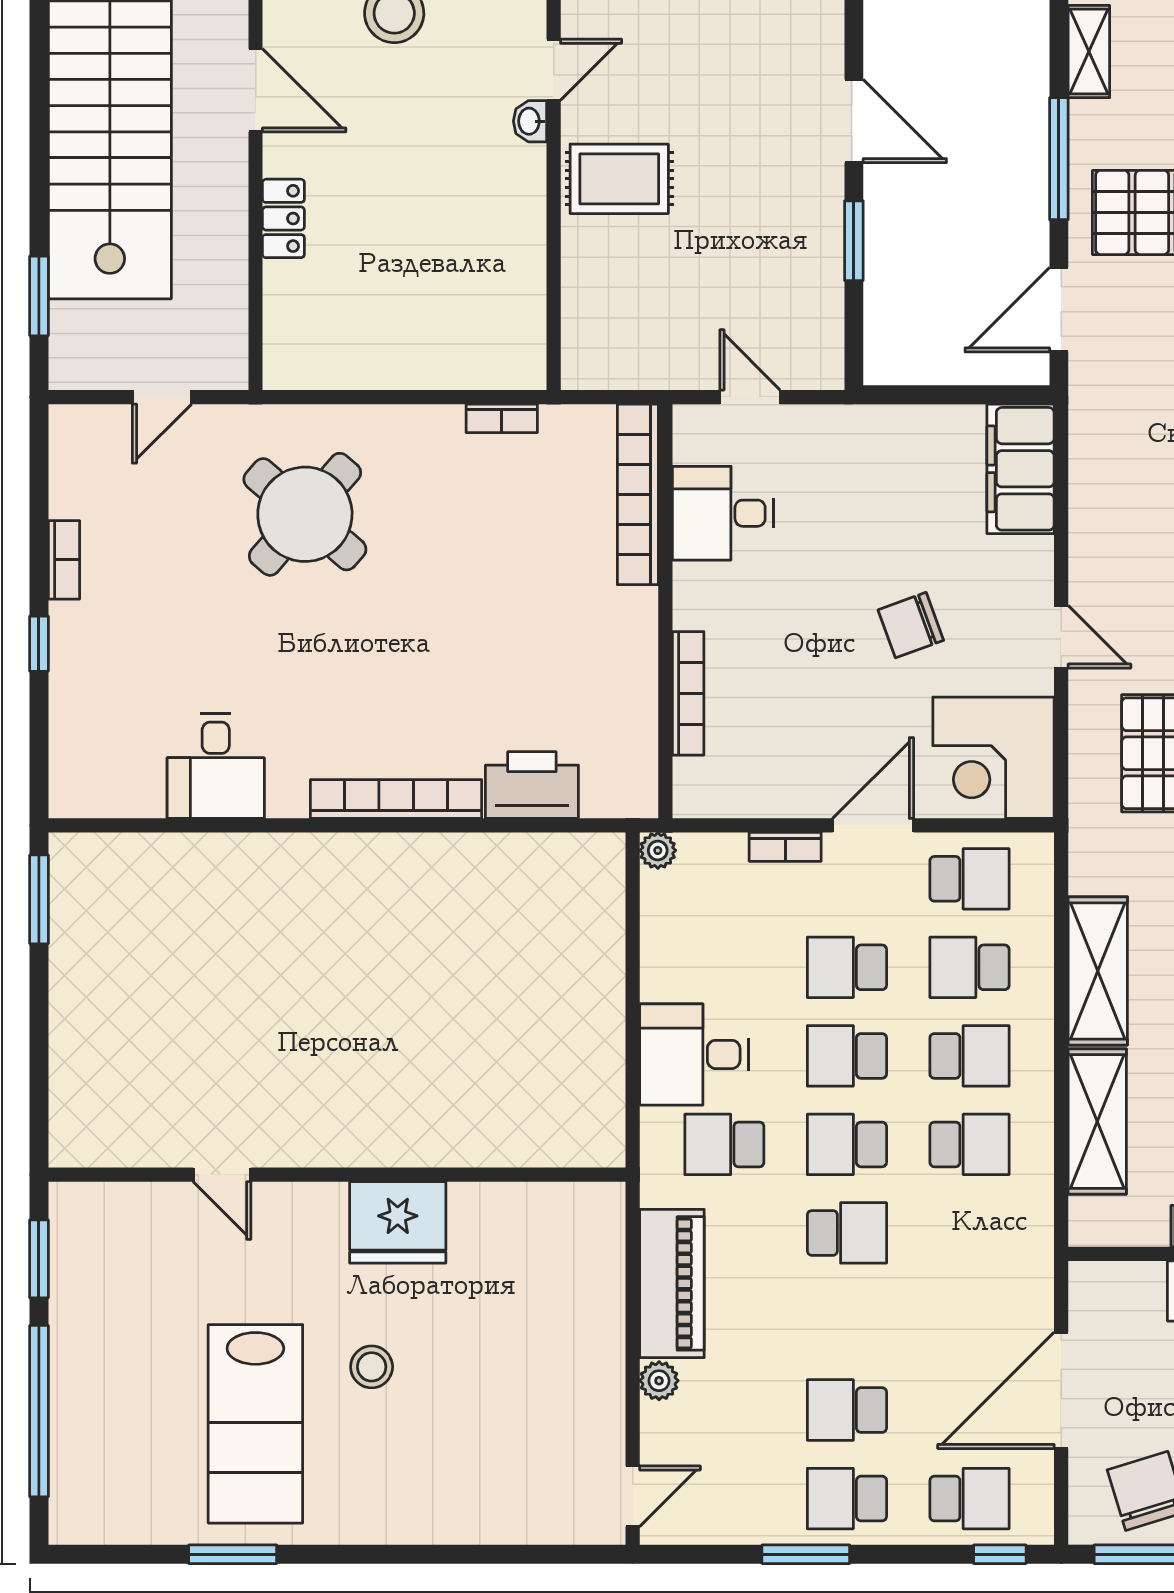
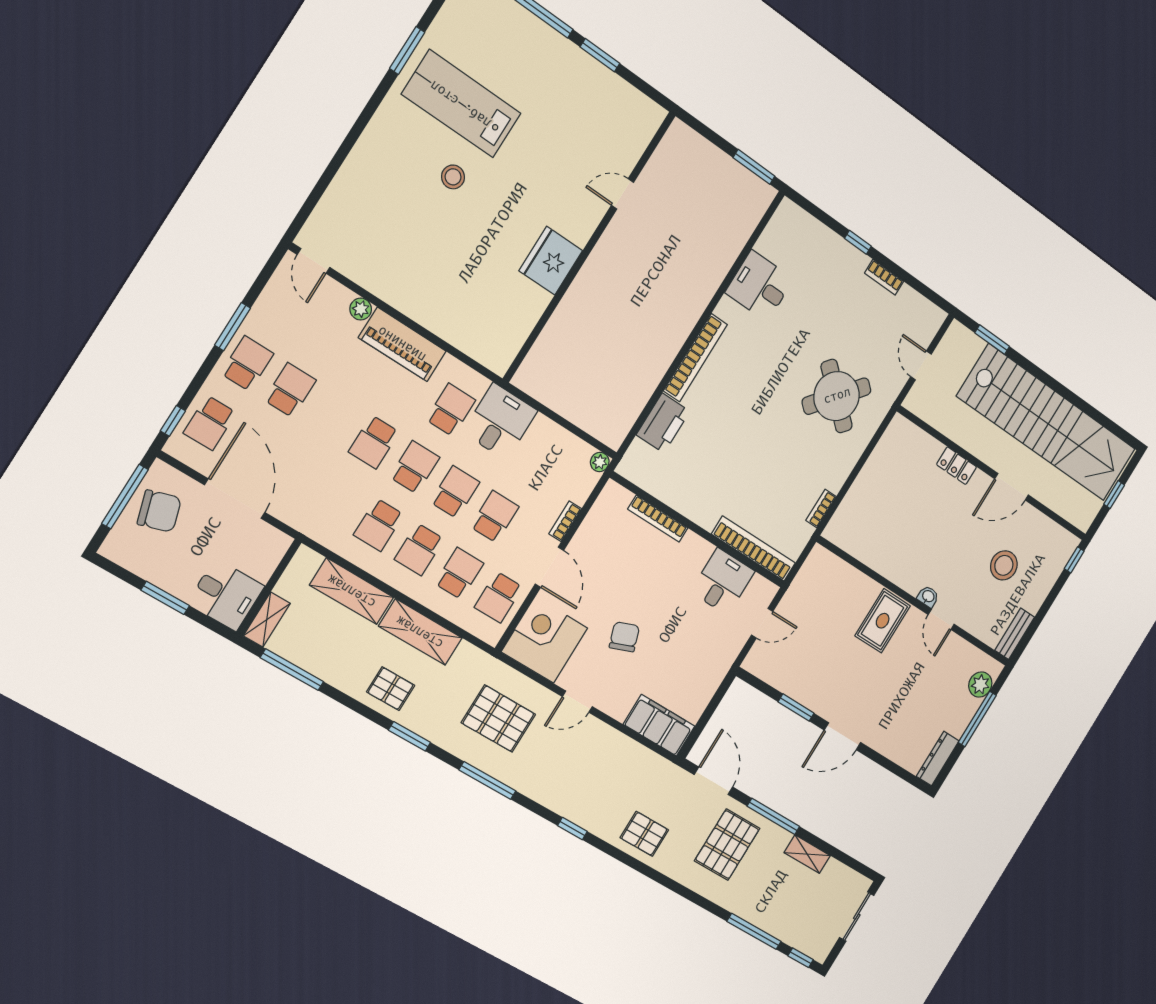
door: (222, 1175) -> (622, 194), moved
wall: (337, 1175) -> (589, 247), moved
fridge: (398, 1222) -> (551, 261), moved

